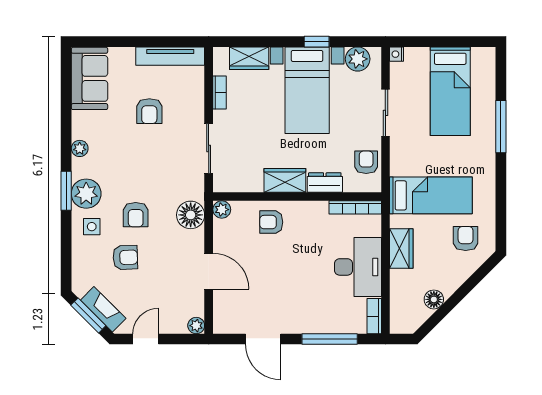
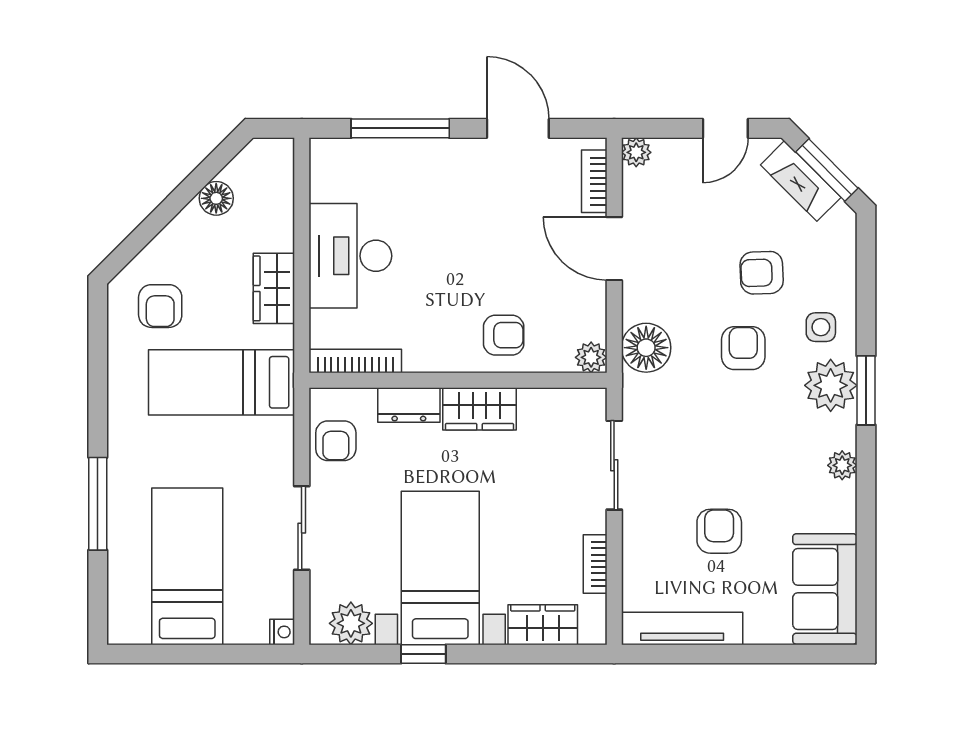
bookcase: (374, 316) -> (594, 181), moved, turned 180

